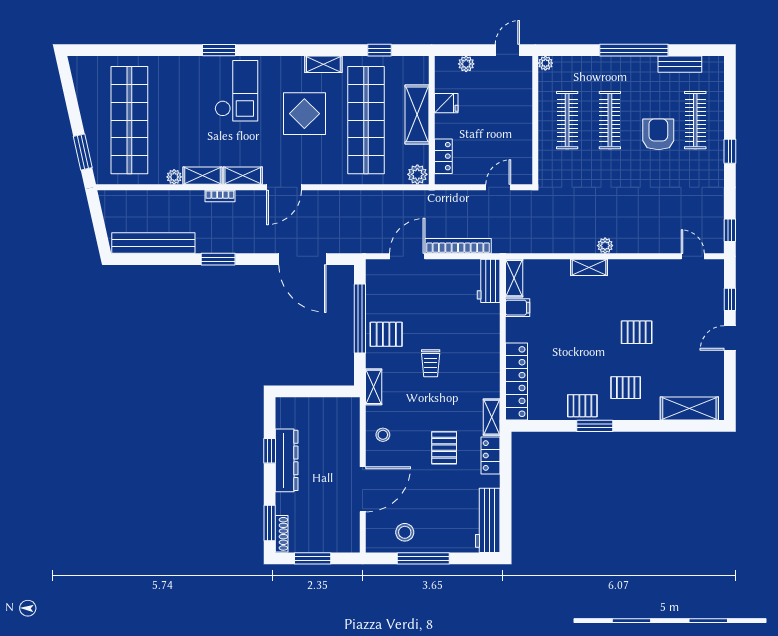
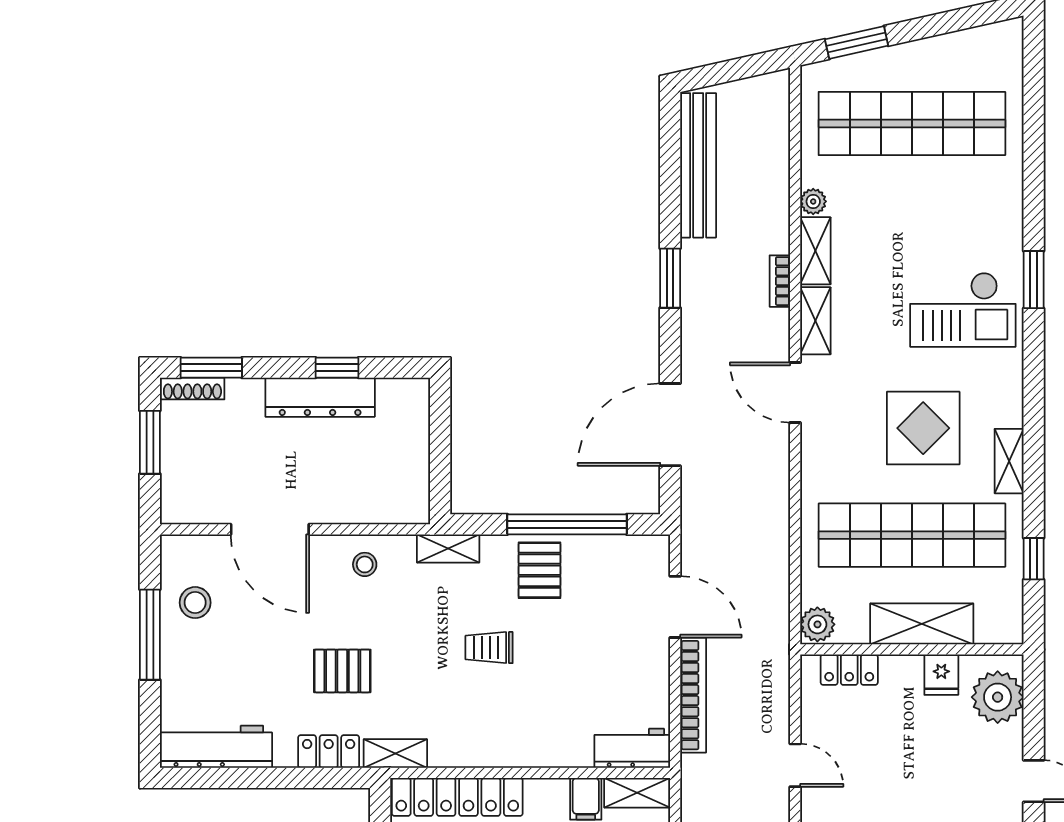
plant: (466, 64) -> (998, 697), width x1.88, depth x1.88

